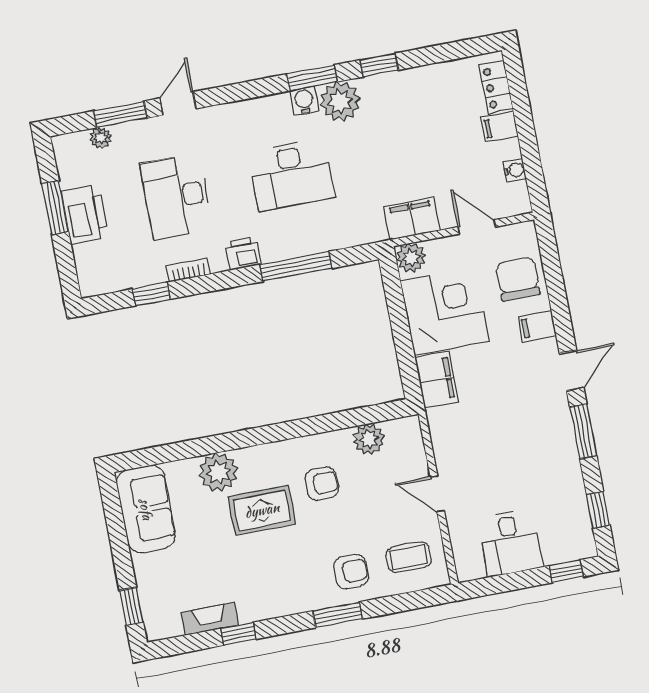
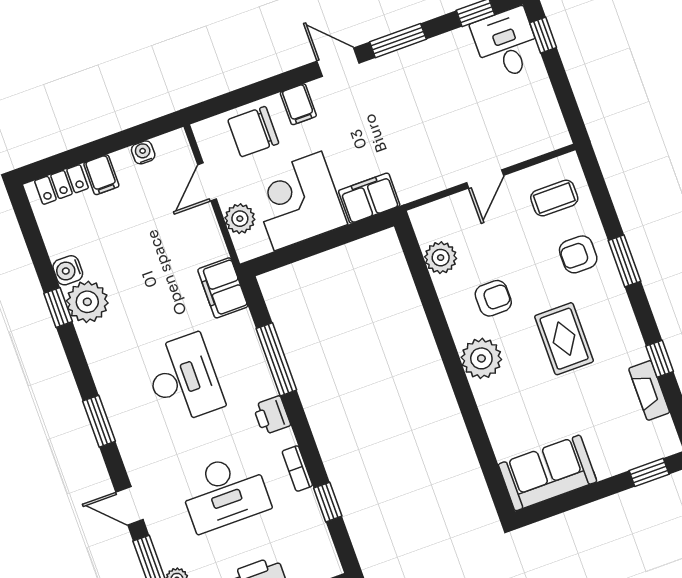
window: (312, 78) -> (99, 421), moved
water cooler: (304, 101) -> (68, 270), moved
plant: (340, 102) -> (87, 302), moved
filing cabinet: (412, 218) -> (223, 288), moved
plant: (411, 258) -> (240, 219), moved
plant: (218, 472) -> (481, 358), moved
armchair: (322, 483) -> (493, 298), turned 90
rug: (262, 510) -> (564, 339), moved
desk: (510, 543) -> (506, 44), moved, turned -90
coffee table: (409, 557) -> (554, 198), turned 90
armchair: (351, 571) -> (578, 254), turned -90

